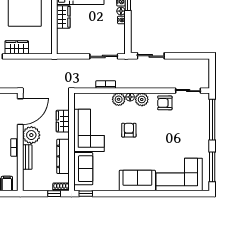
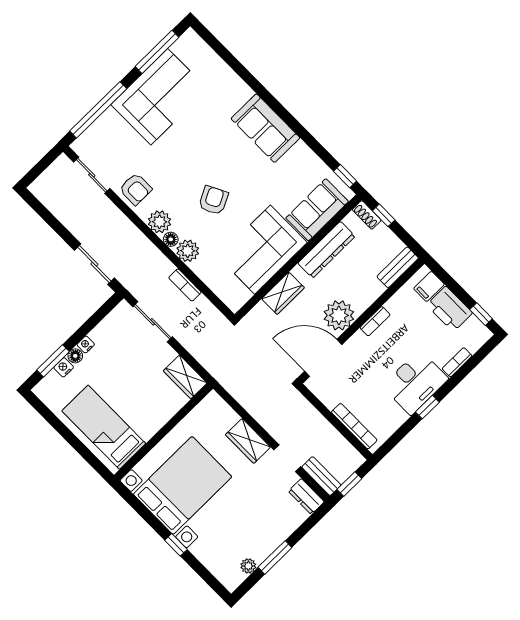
wardrobe: (63, 17) -> (185, 377), moved, turned -90
armchair: (129, 130) -> (213, 200), turned 153
bench: (27, 157) -> (398, 267), moved
corner sofa: (179, 174) -> (159, 97), moved, turned -90

